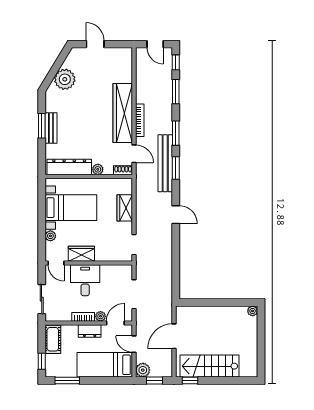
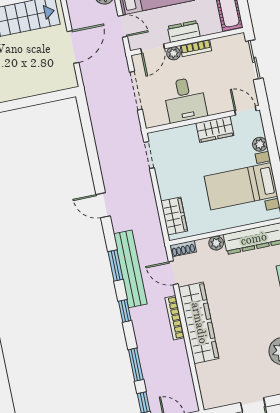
window: (176, 133) -> (125, 311), width x0.67
wardrobe: (125, 208) -> (174, 216), moved
desk: (85, 280) -> (185, 100), moved

